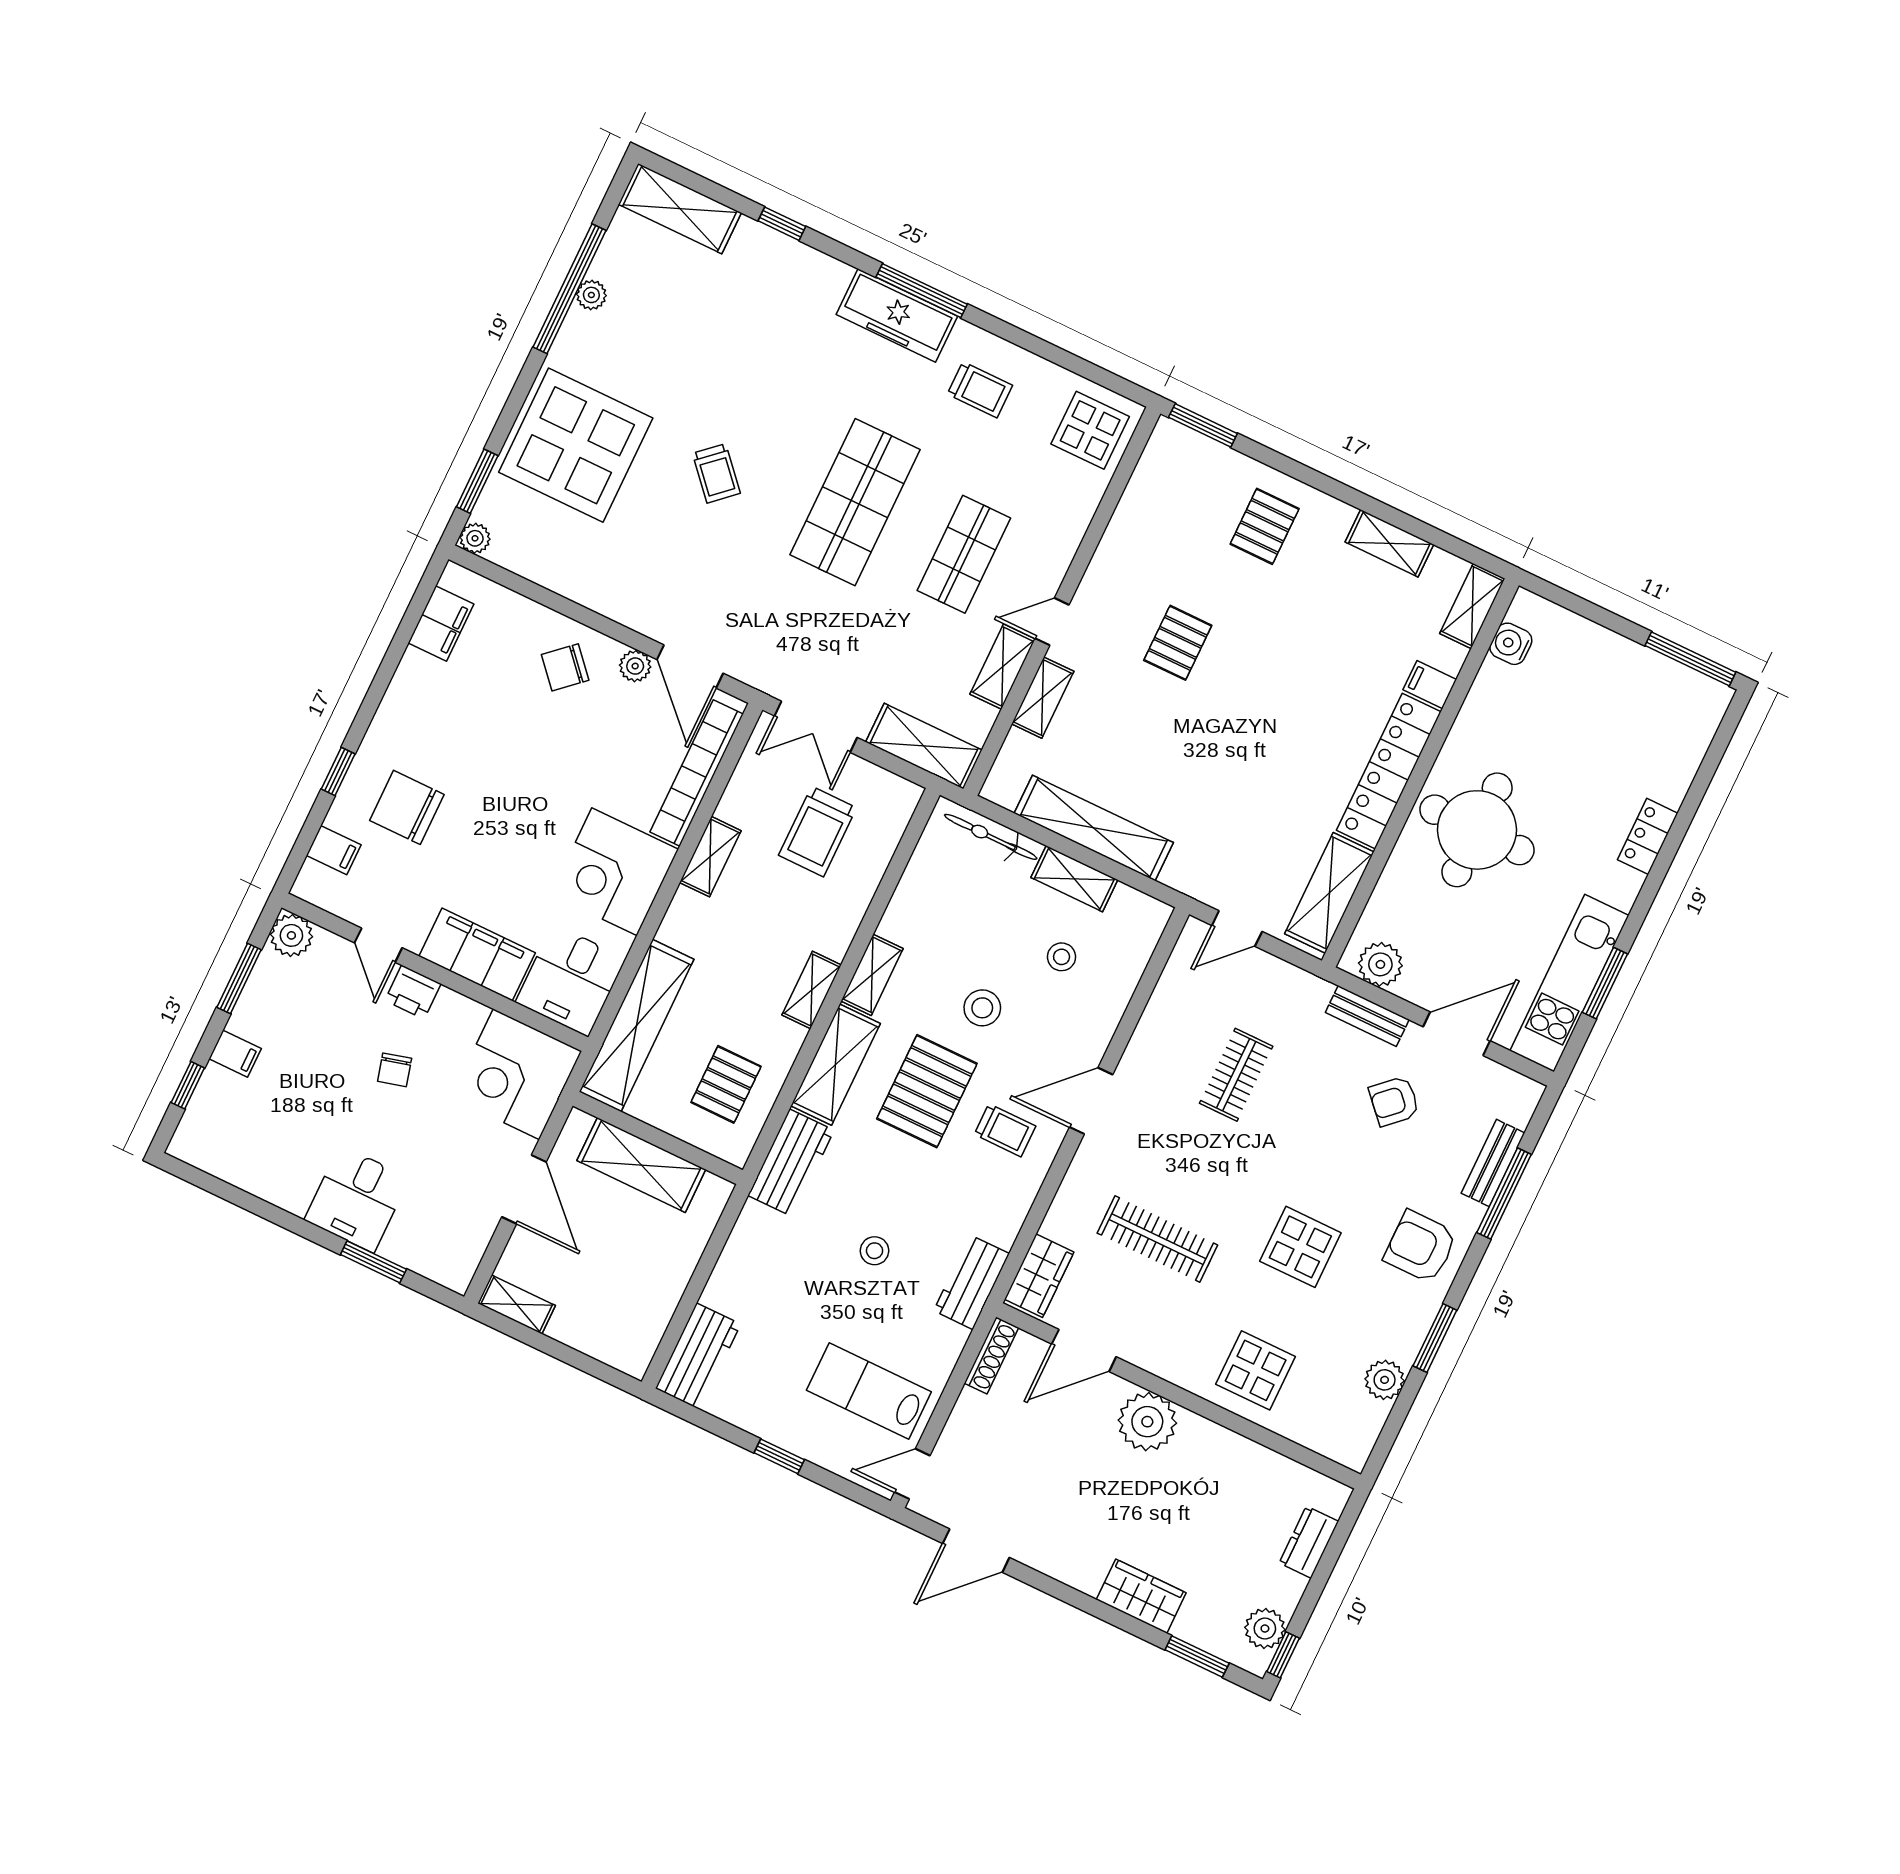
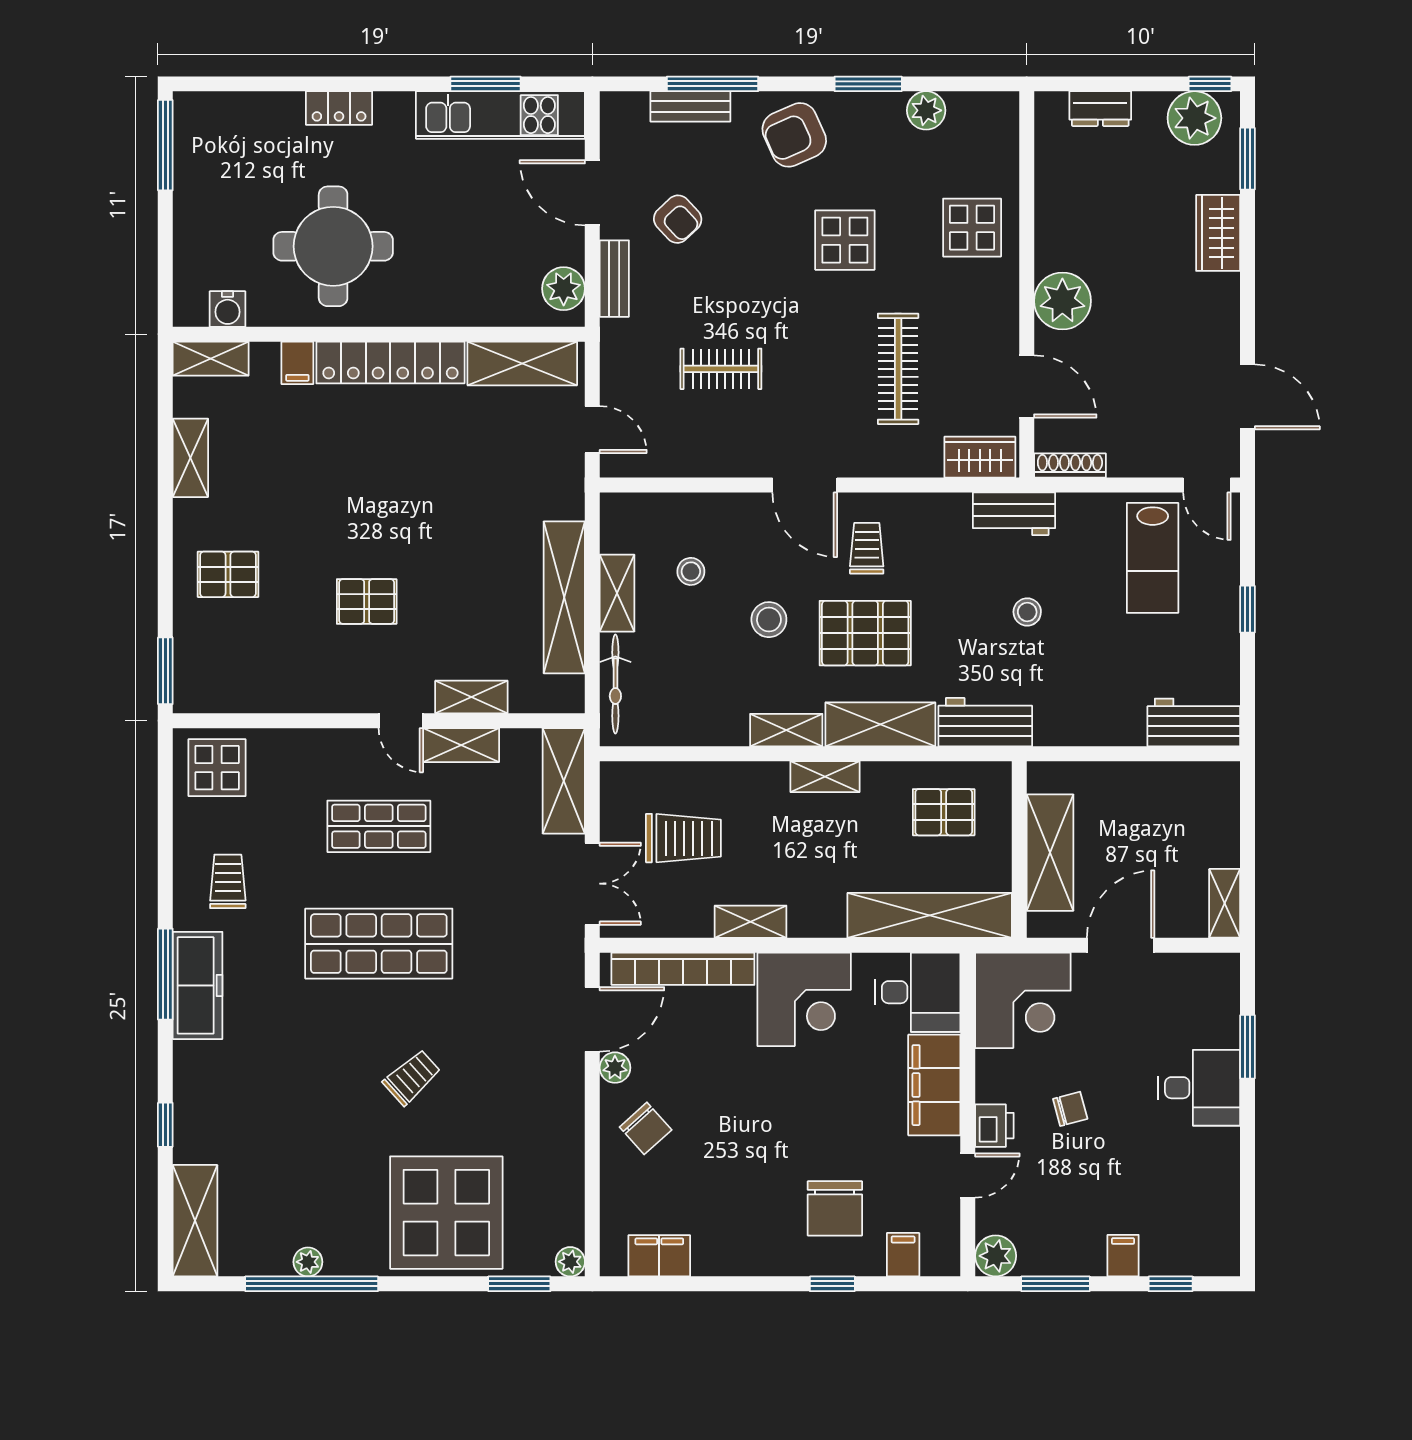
round table: (1477, 830) -> (333, 246), moved
armchair: (1420, 1247) -> (794, 135), turned 66
plant: (1265, 1629) -> (1194, 118), width x1.36, depth x1.36

